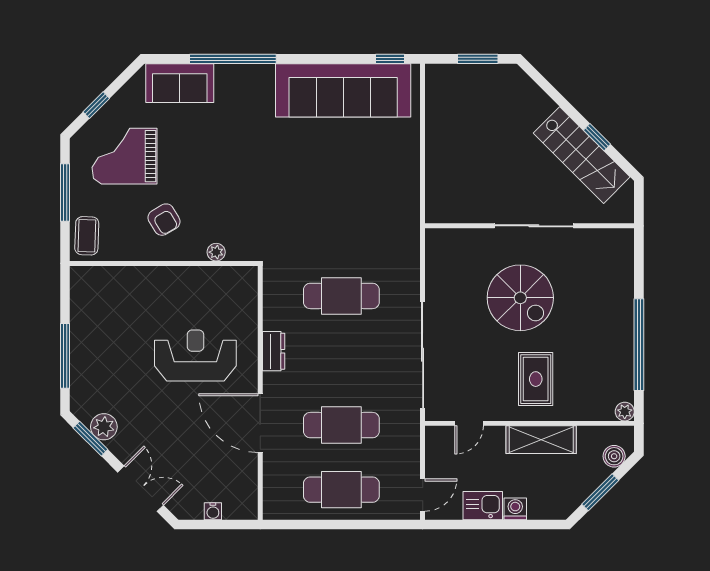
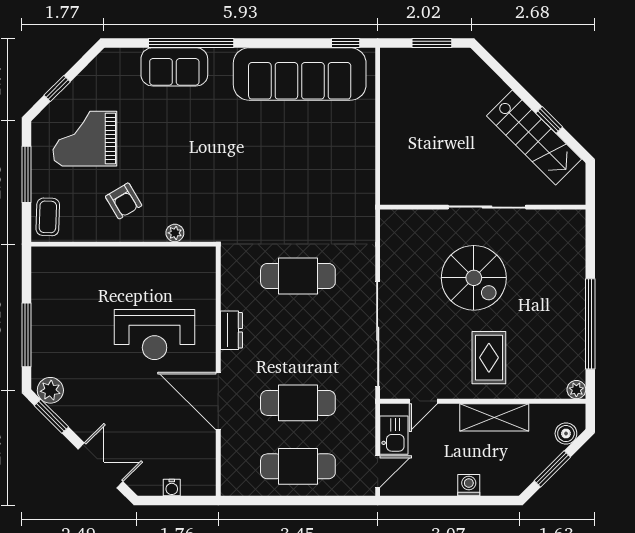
sofa: (180, 83) -> (174, 67), moved
reception desk: (195, 356) -> (155, 335), turned 180
plant: (104, 427) -> (50, 390), moved
kitchen sink: (483, 506) -> (394, 435), moved, turned 90

